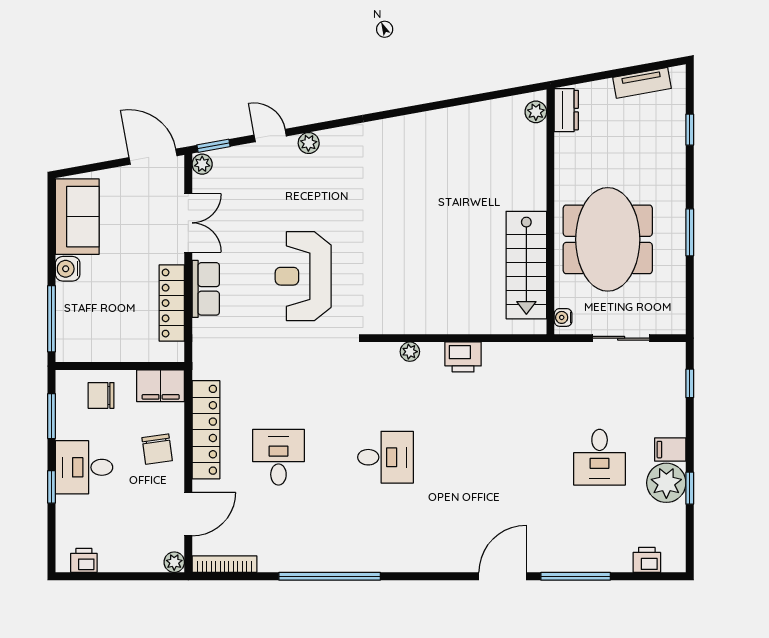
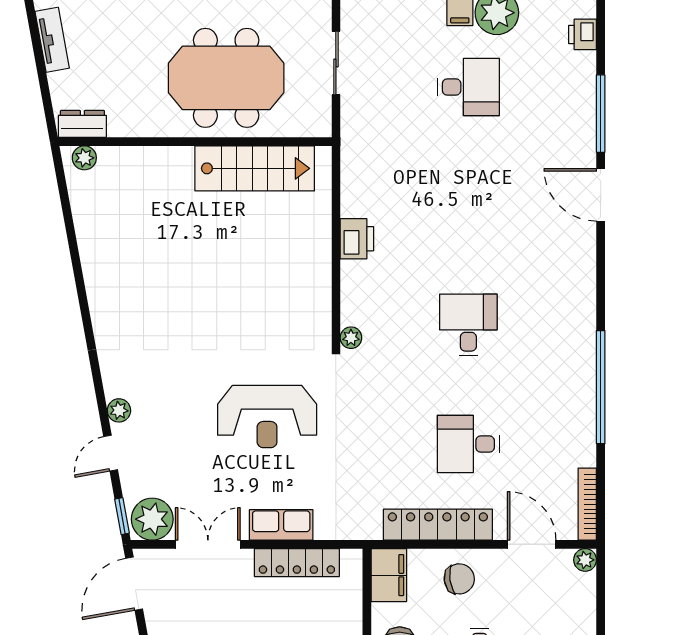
plant: (202, 164) -> (152, 519), width x1.88, depth x1.88
water cooler: (563, 317) -> (313, 128), removed
plant: (410, 352) -> (351, 338), moved

